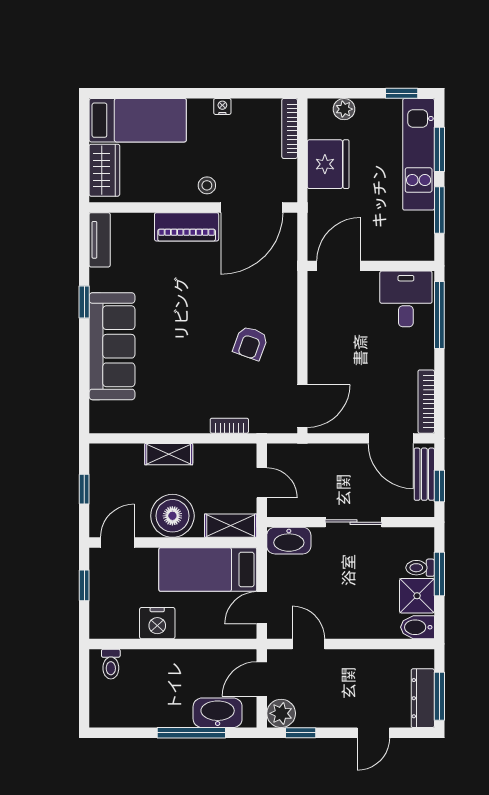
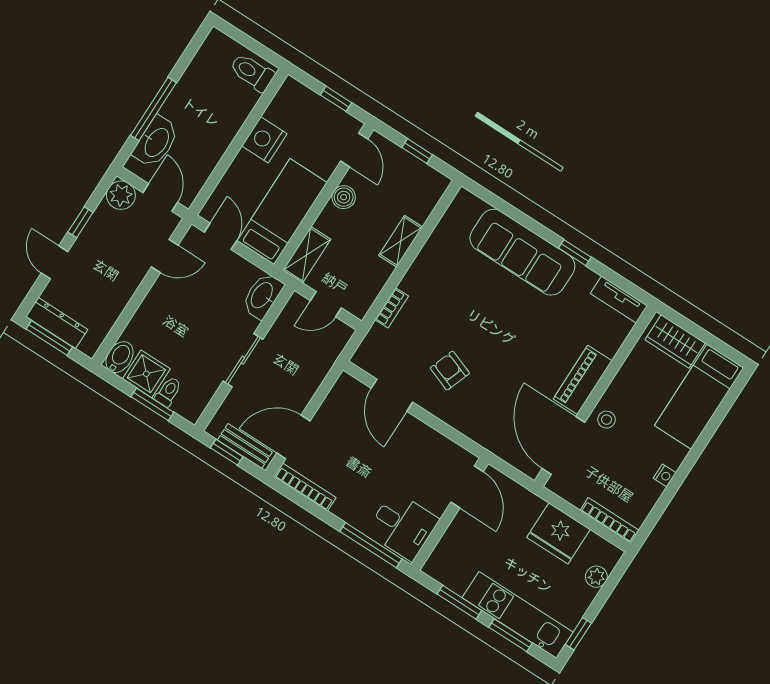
door: (302, 406) -> (392, 395), moved
boiler: (172, 516) -> (344, 197), width x0.54, depth x0.54
toilet: (111, 664) -> (252, 72), width x1.37, depth x1.39
window: (301, 733) -> (80, 222), moved

